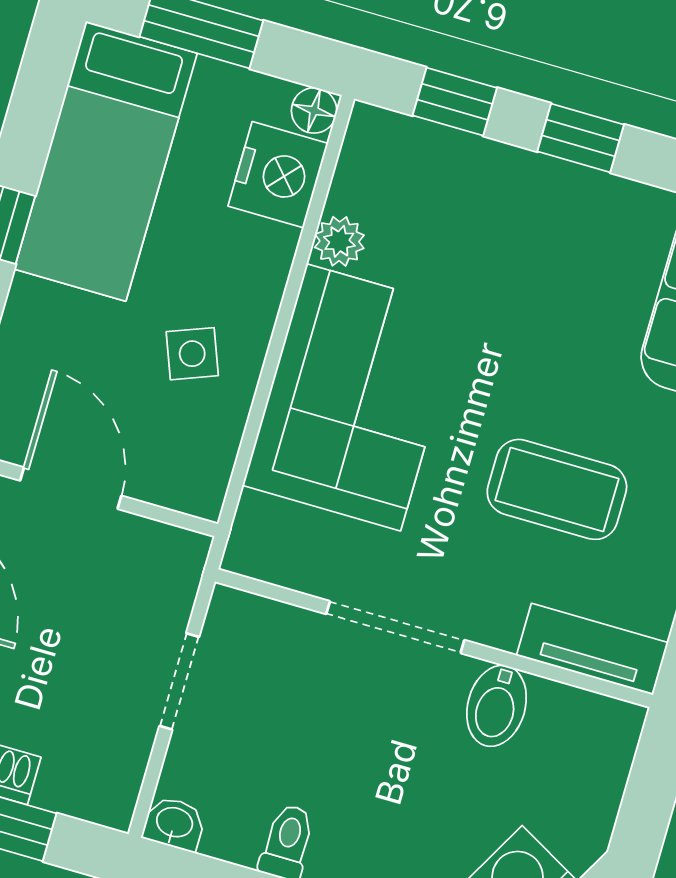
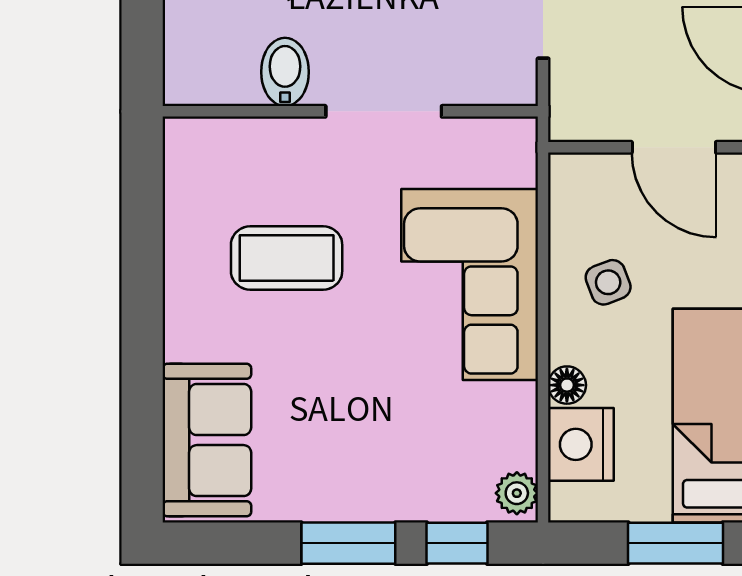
floor lamp: (314, 110) -> (567, 385), moved
window: (581, 138) -> (348, 543), width x1.50
plant: (339, 241) -> (517, 493), moved
tv unit: (592, 649) -> (222, 139), removed

